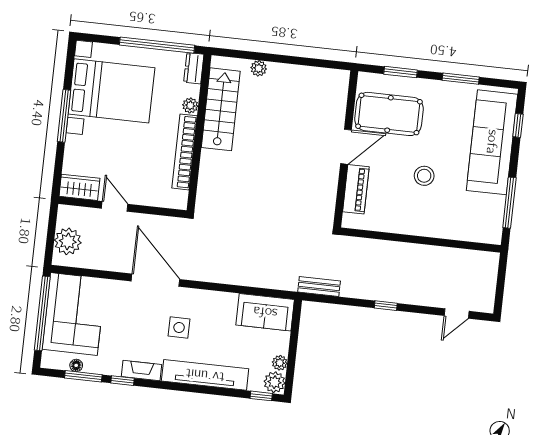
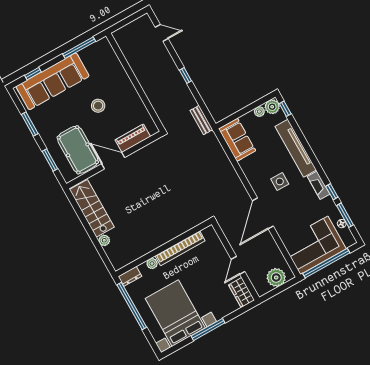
stairs: (221, 109) -> (92, 208), moved, turned 90

